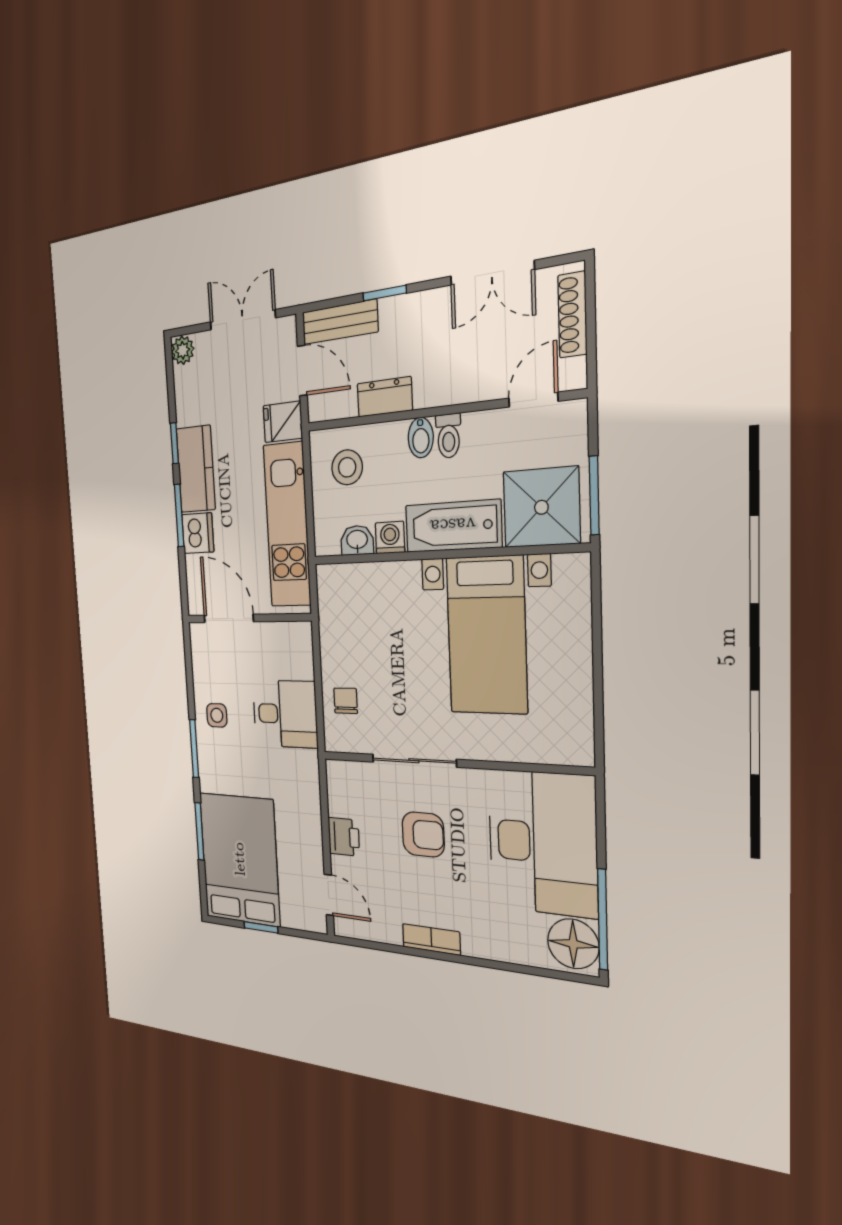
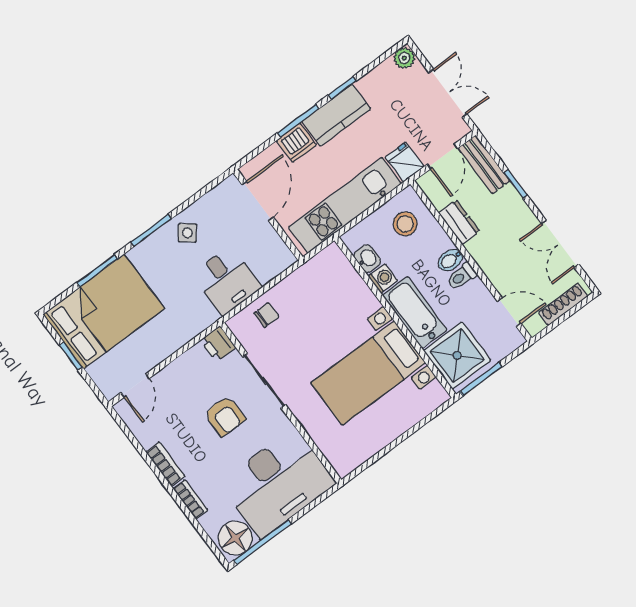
side table: (217, 715) -> (187, 233), turned 37
printer: (344, 837) -> (218, 344), moved, turned 90
bookcase: (490, 950) -> (190, 499), added

